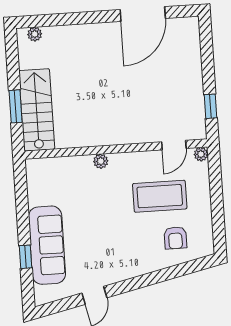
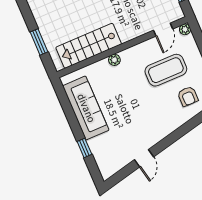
stairs: (37, 110) -> (89, 46), moved, turned -90
sofa: (47, 245) -> (86, 108), moved

